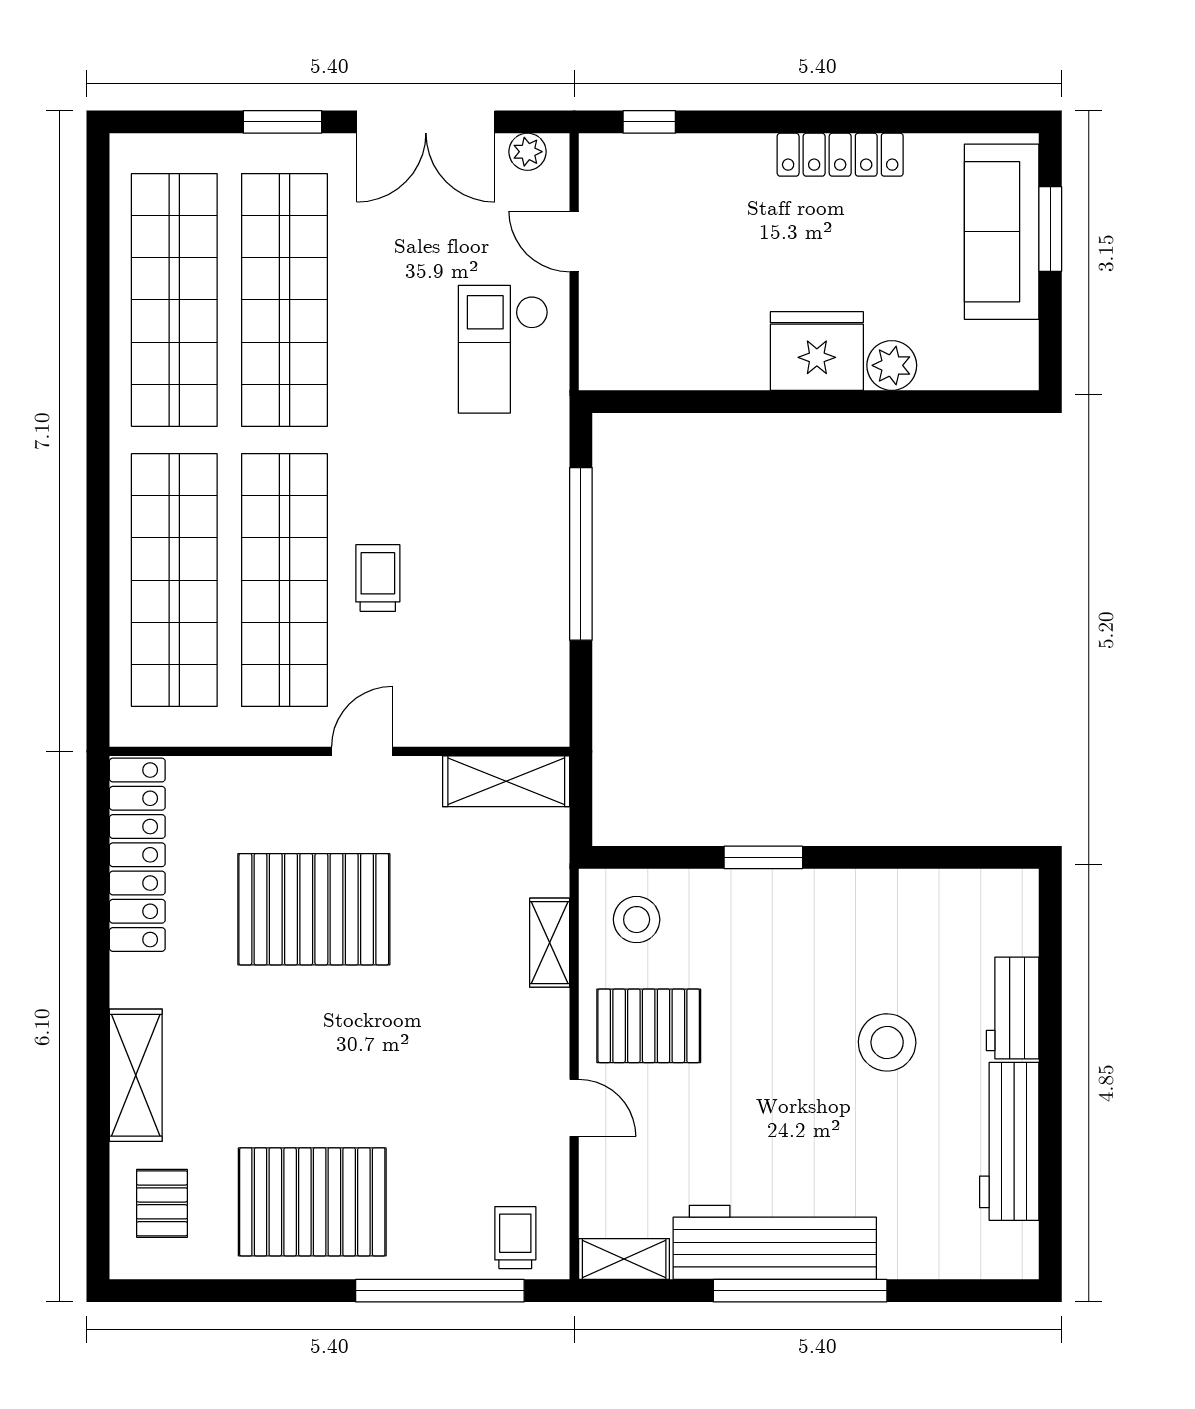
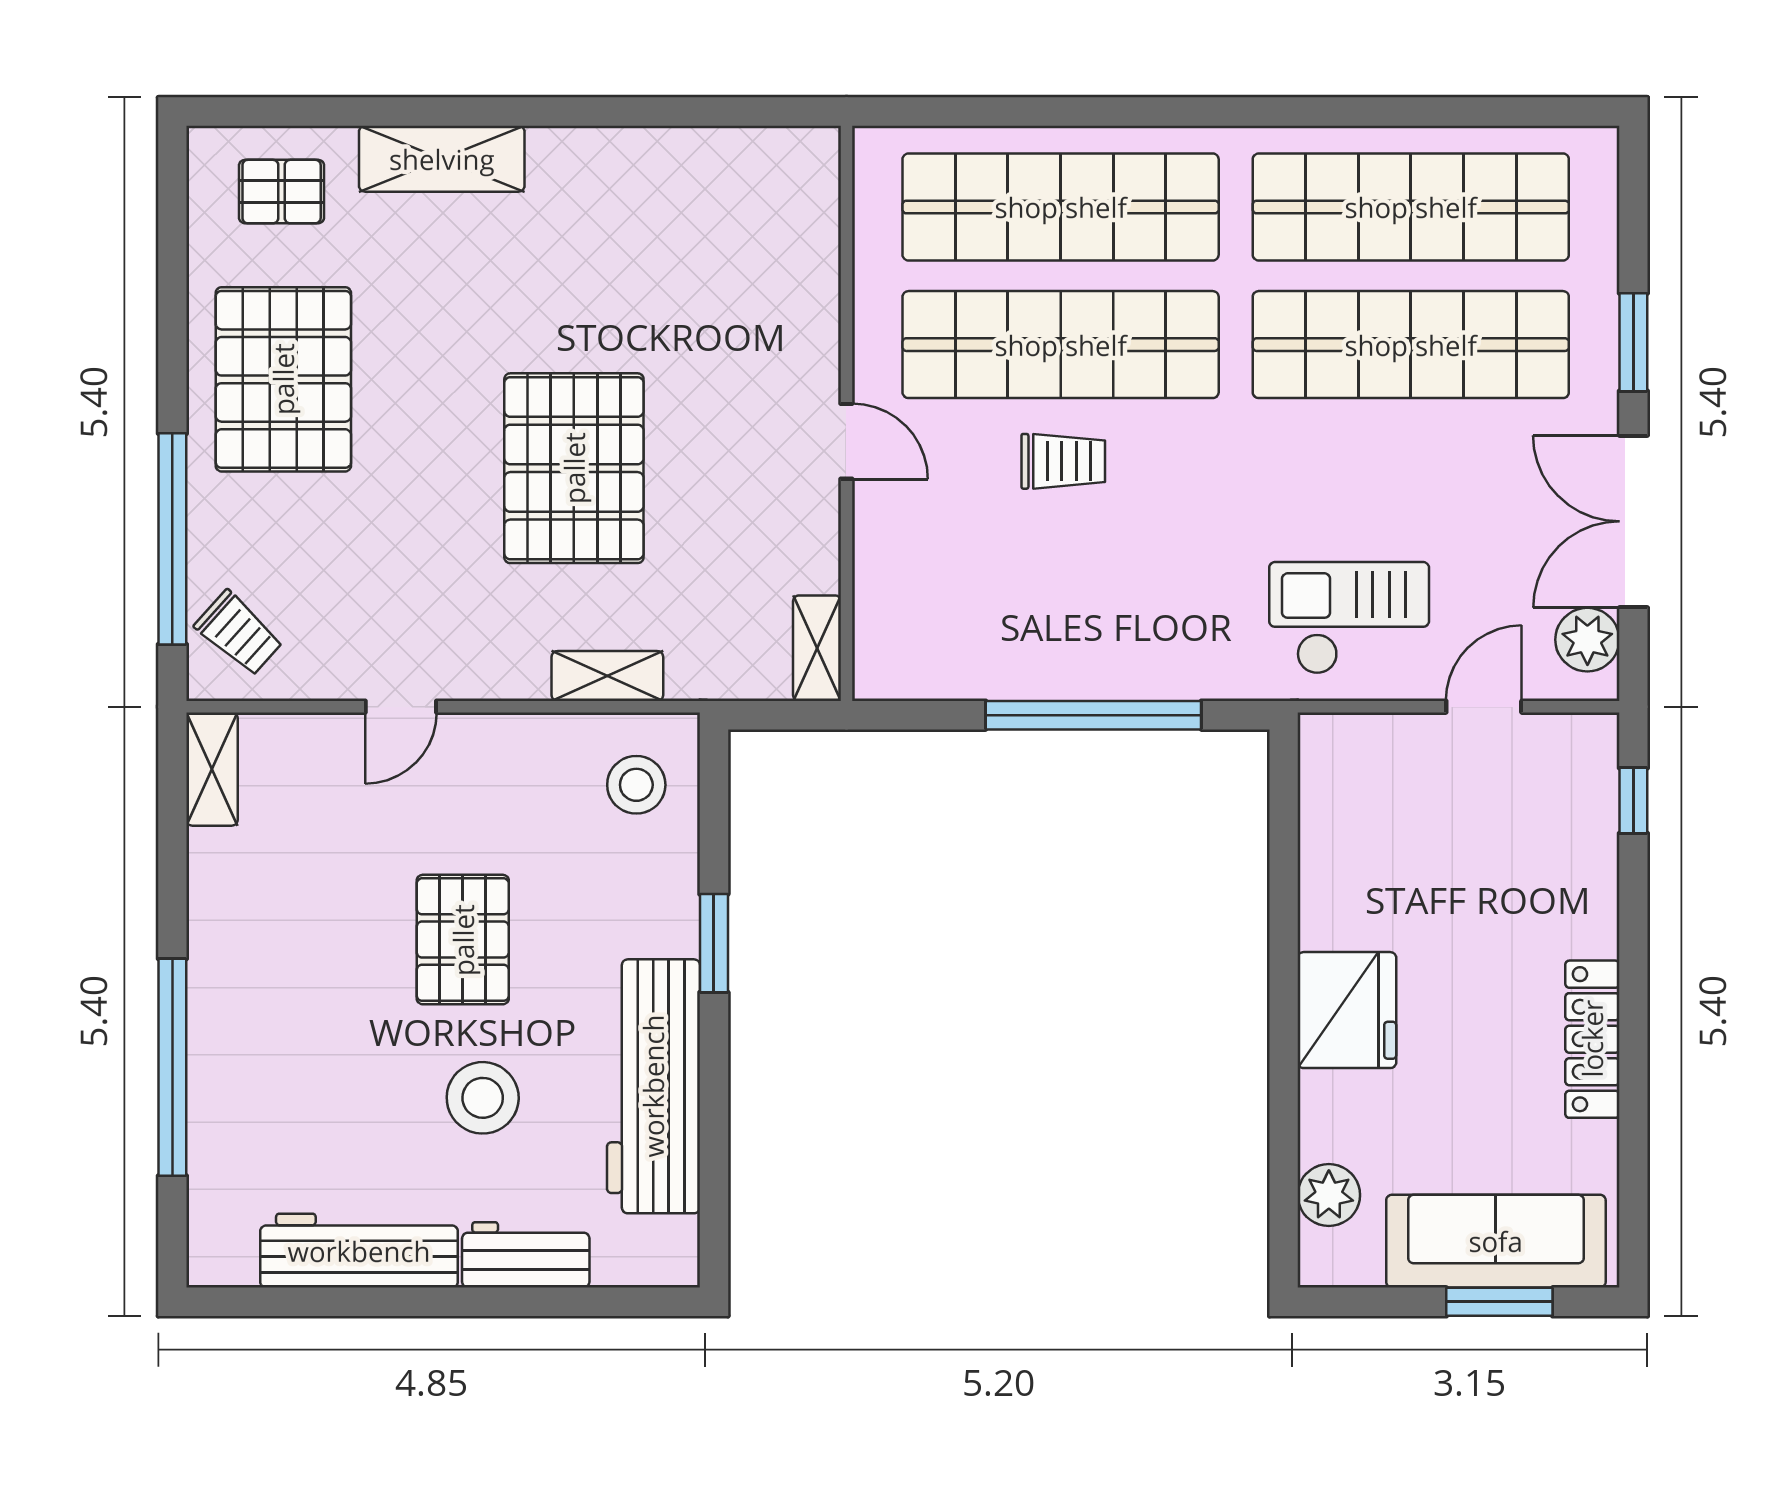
plant: (527, 152) -> (1587, 640), width x1.38, depth x1.38
plant: (892, 365) -> (1329, 1195), moved
shelving: (506, 781) -> (817, 648), width x0.67, depth x0.75
locker: (137, 855) -> (717, 161), removed
pallet: (314, 909) -> (574, 468), moved
pallet: (649, 1026) -> (463, 940), moved
trolley: (515, 1238) -> (239, 633), turned 42
workbench: (775, 1242) -> (653, 1086), moved, turned 180
window: (800, 1291) -> (172, 1067), moved

